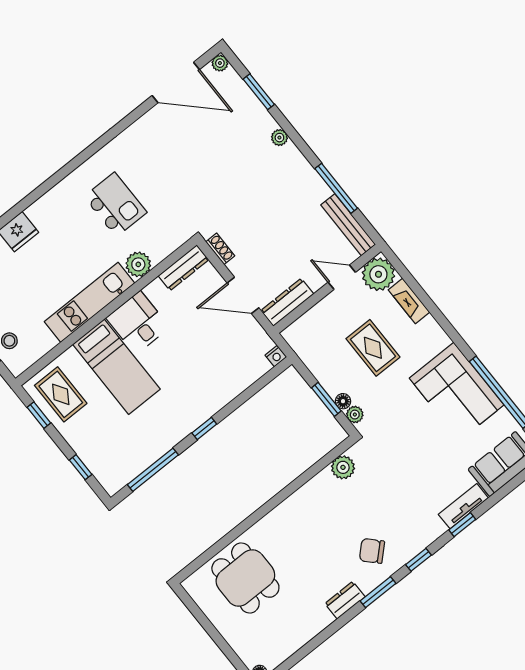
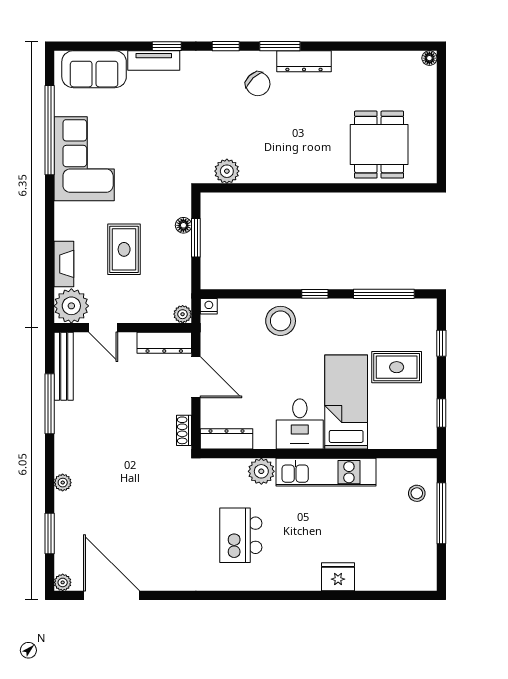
stool: (214, 388) -> (281, 321), added
rug: (61, 394) -> (397, 367), moved, turned 90
plant: (355, 415) -> (183, 314), moved
dresser: (345, 600) -> (304, 61), width x1.44

